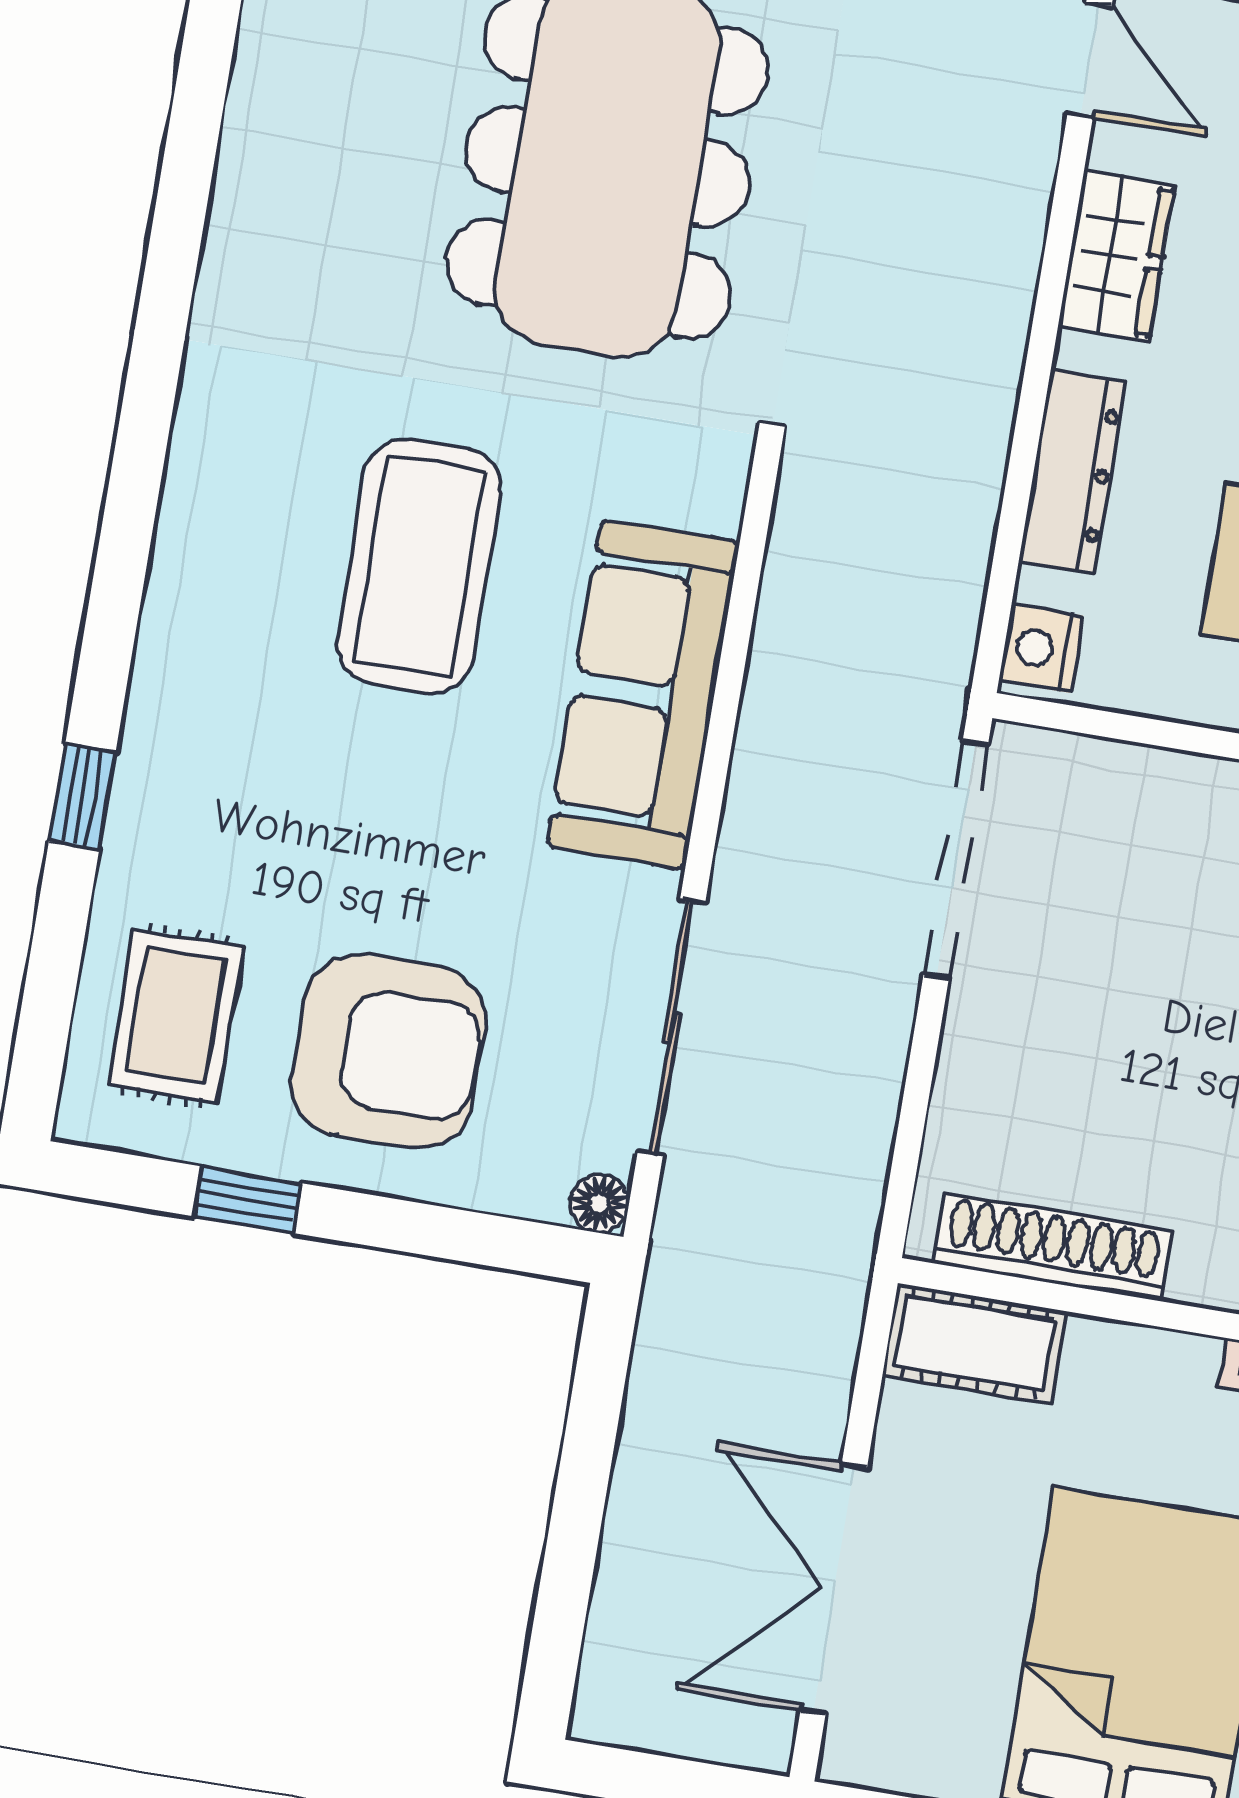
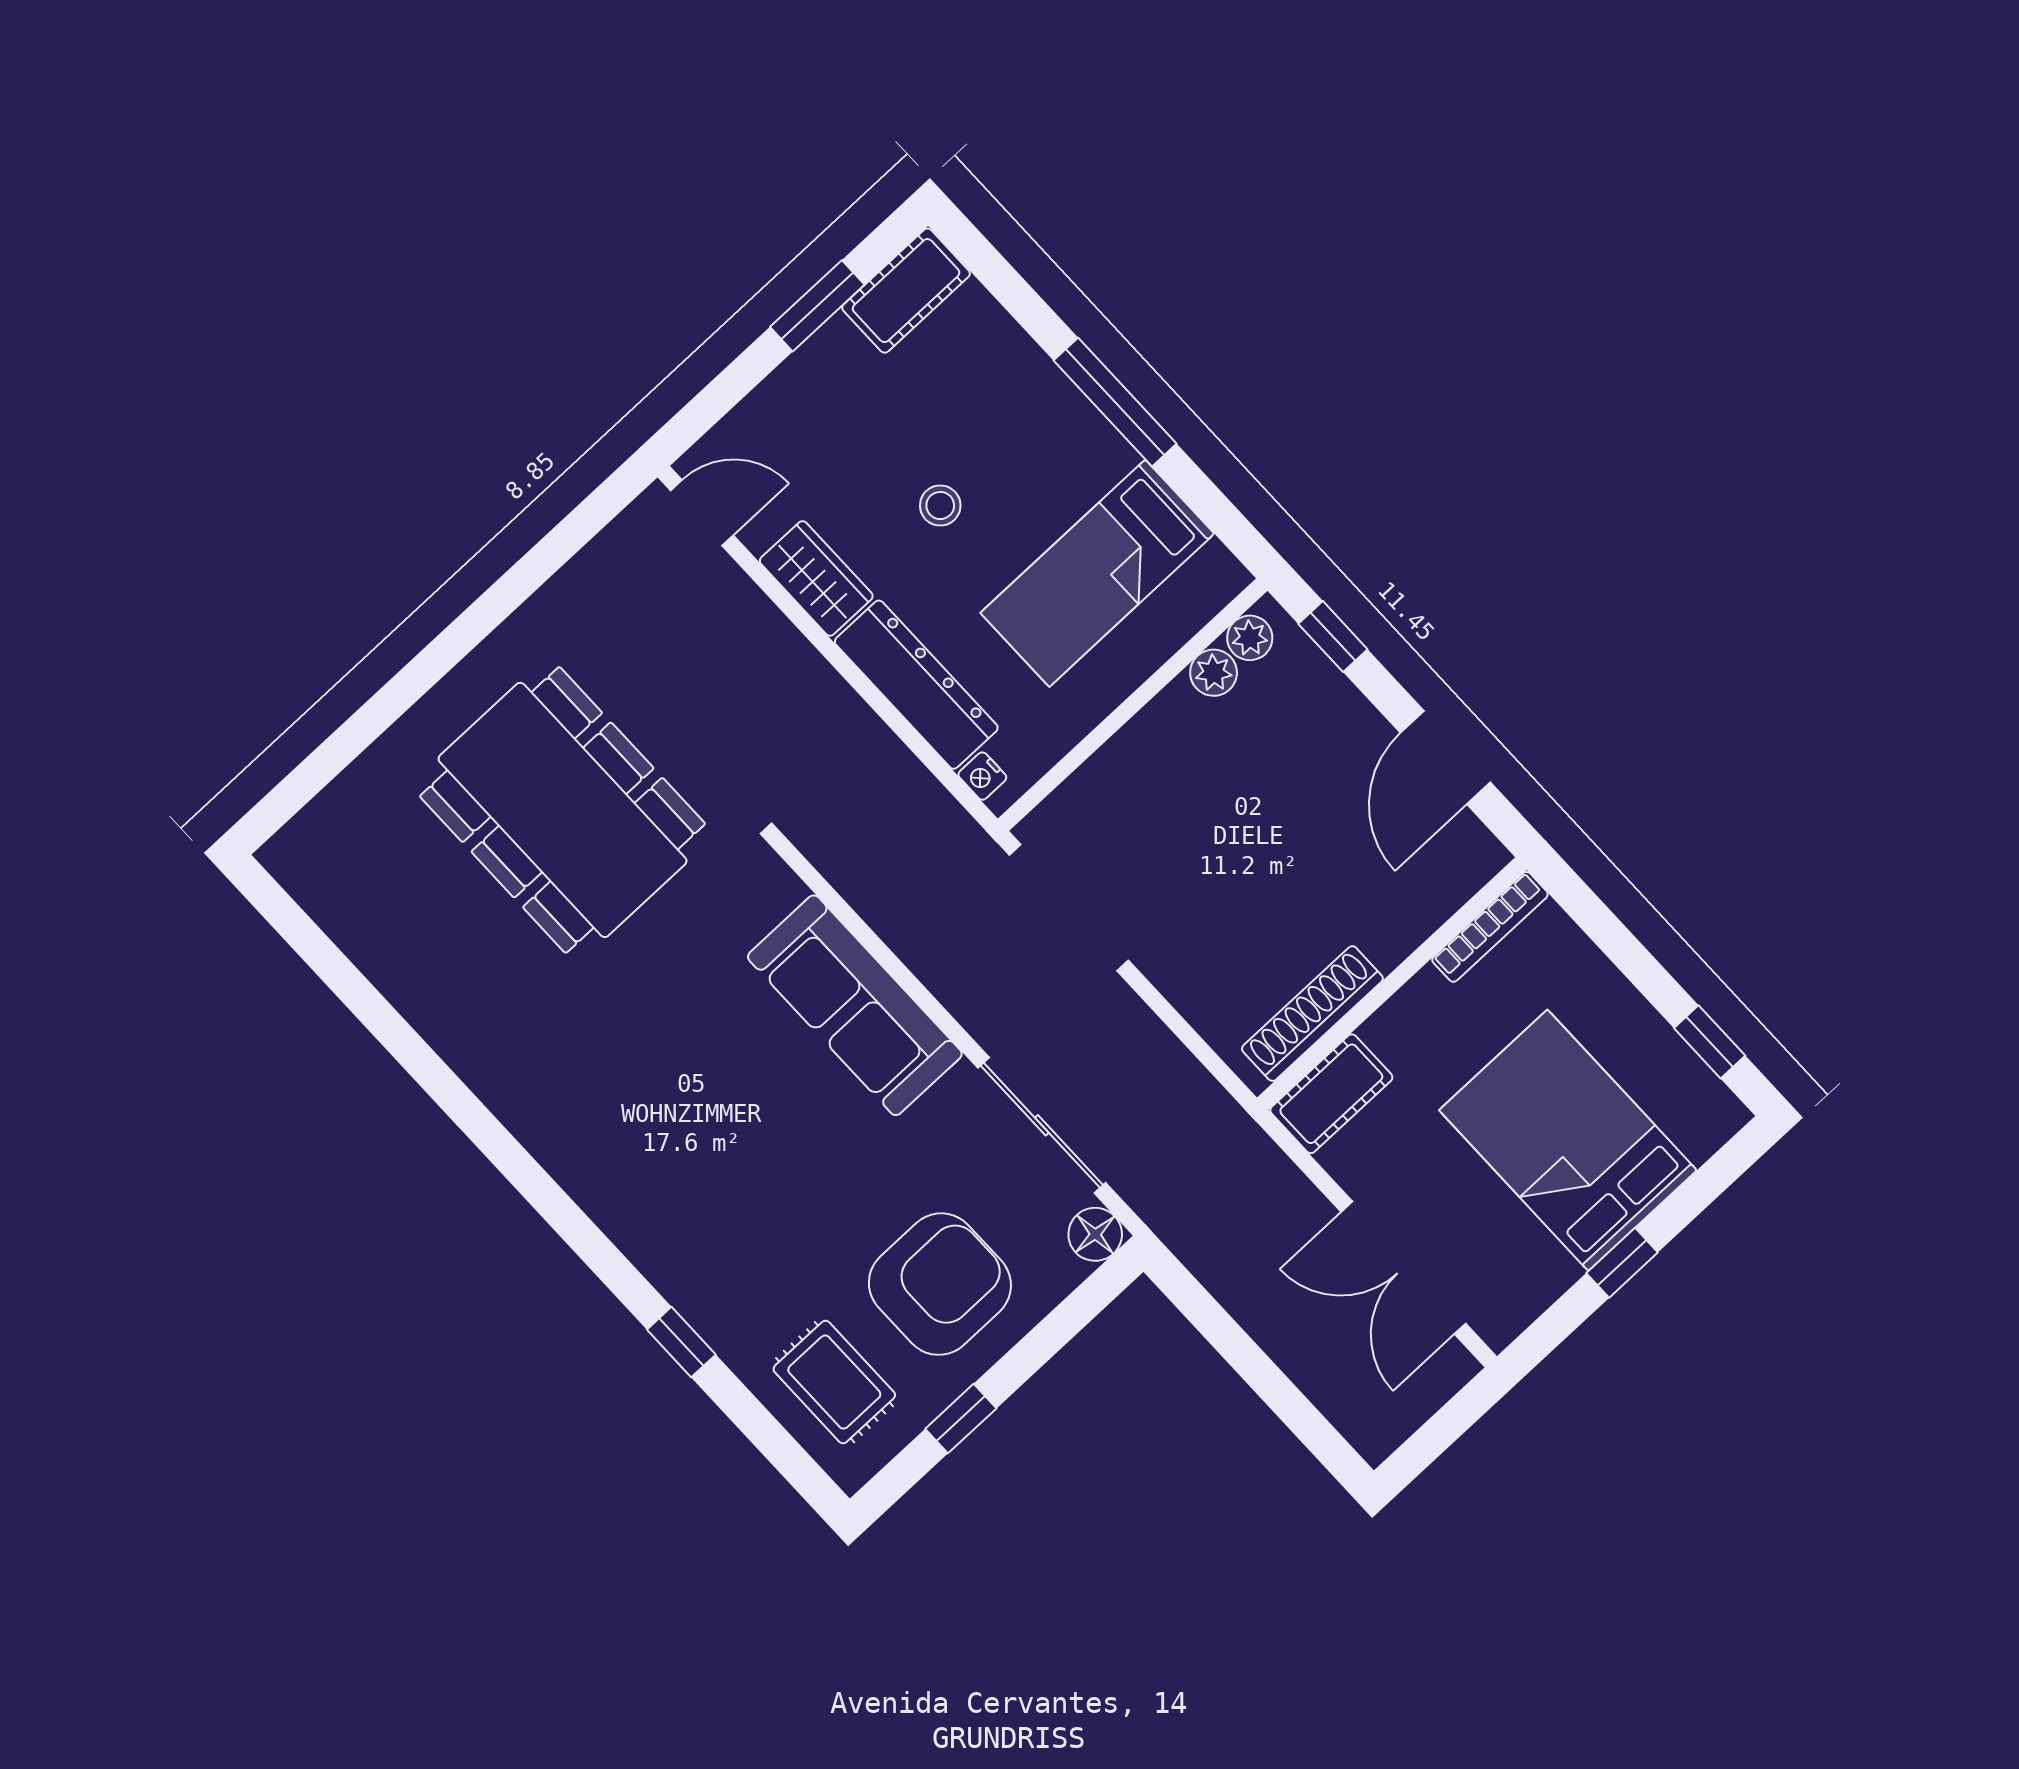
dresser: (1072, 472) -> (916, 685), width x1.37, depth x1.24
coffee table: (419, 566) -> (697, 1071), removed
nightstand: (1041, 648) -> (982, 776), width x0.72, depth x0.74
floor lamp: (600, 1203) -> (1095, 1234), width x1.37, depth x1.37

